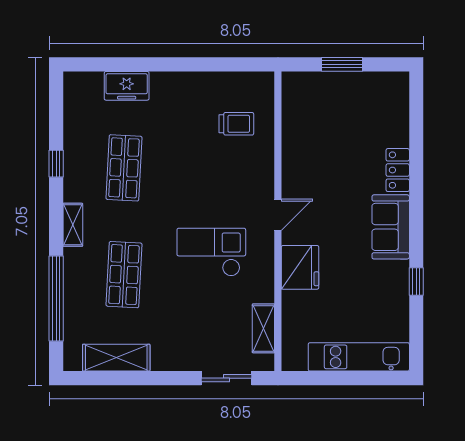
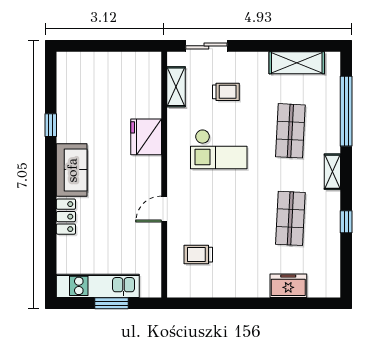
door: (278, 215) -> (164, 209), moved
trolley: (203, 322) -> (226, 92), added
kitchen unit: (359, 357) -> (98, 286), moved, turned 180

